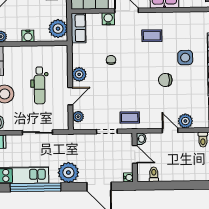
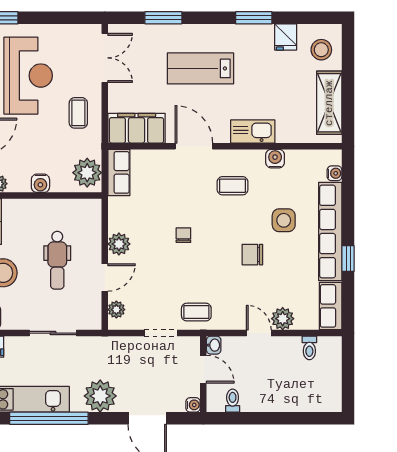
water cooler: (108, 19) -> (275, 159), moved
chair: (111, 60) -> (183, 235), moved

